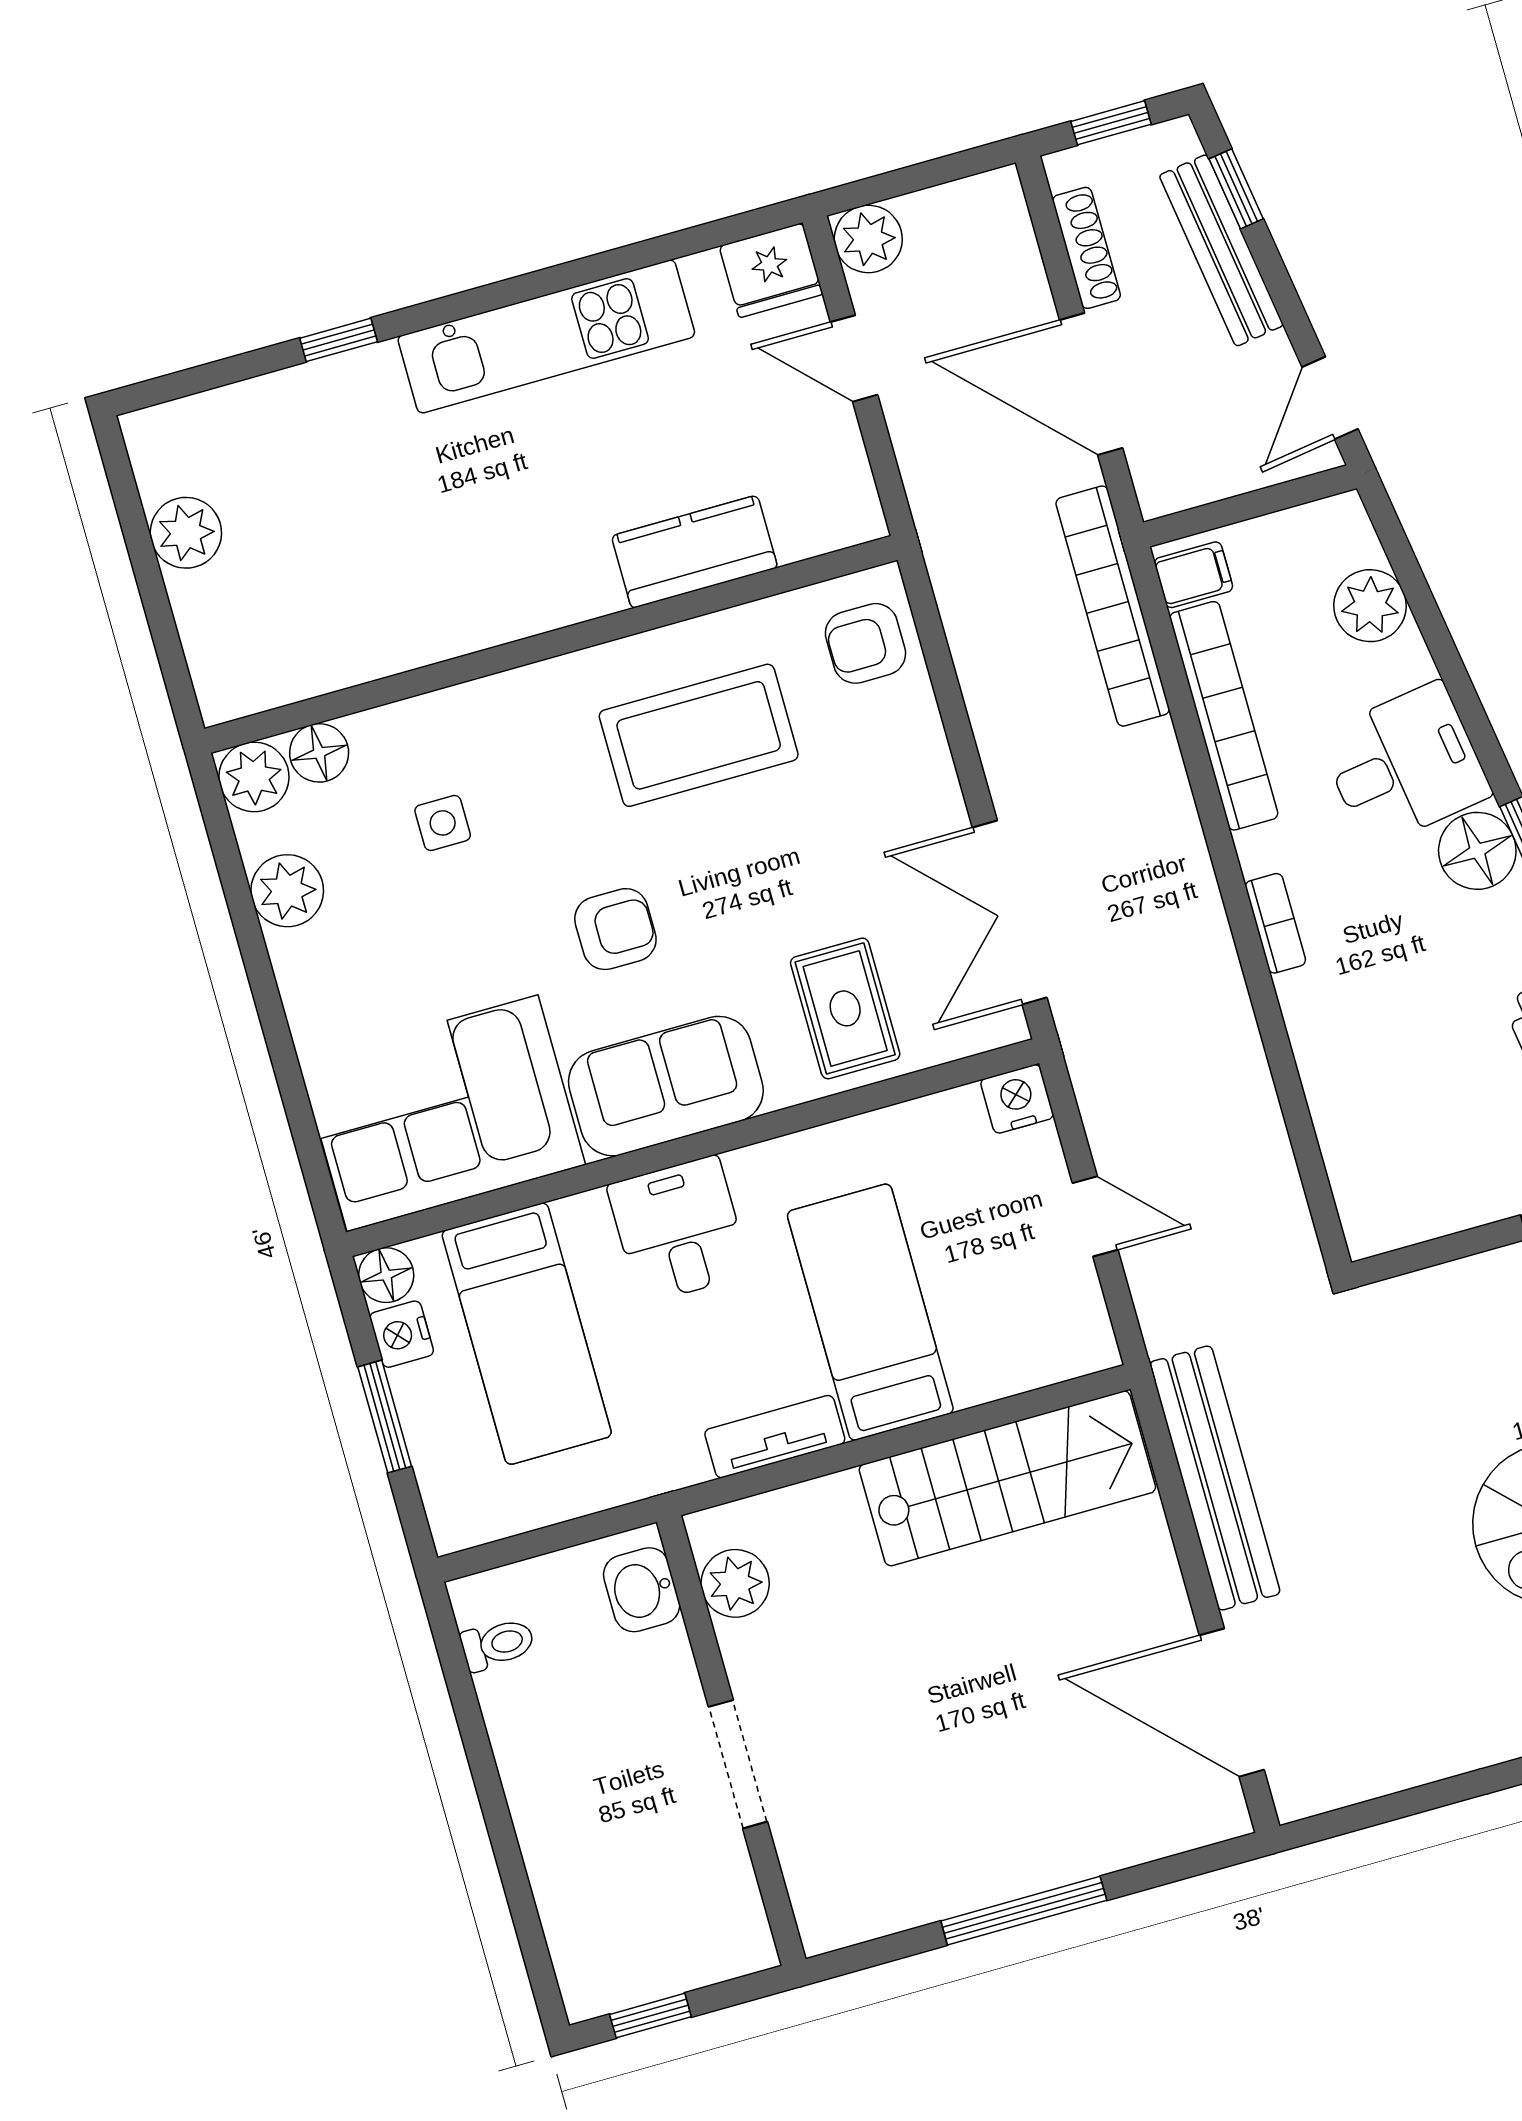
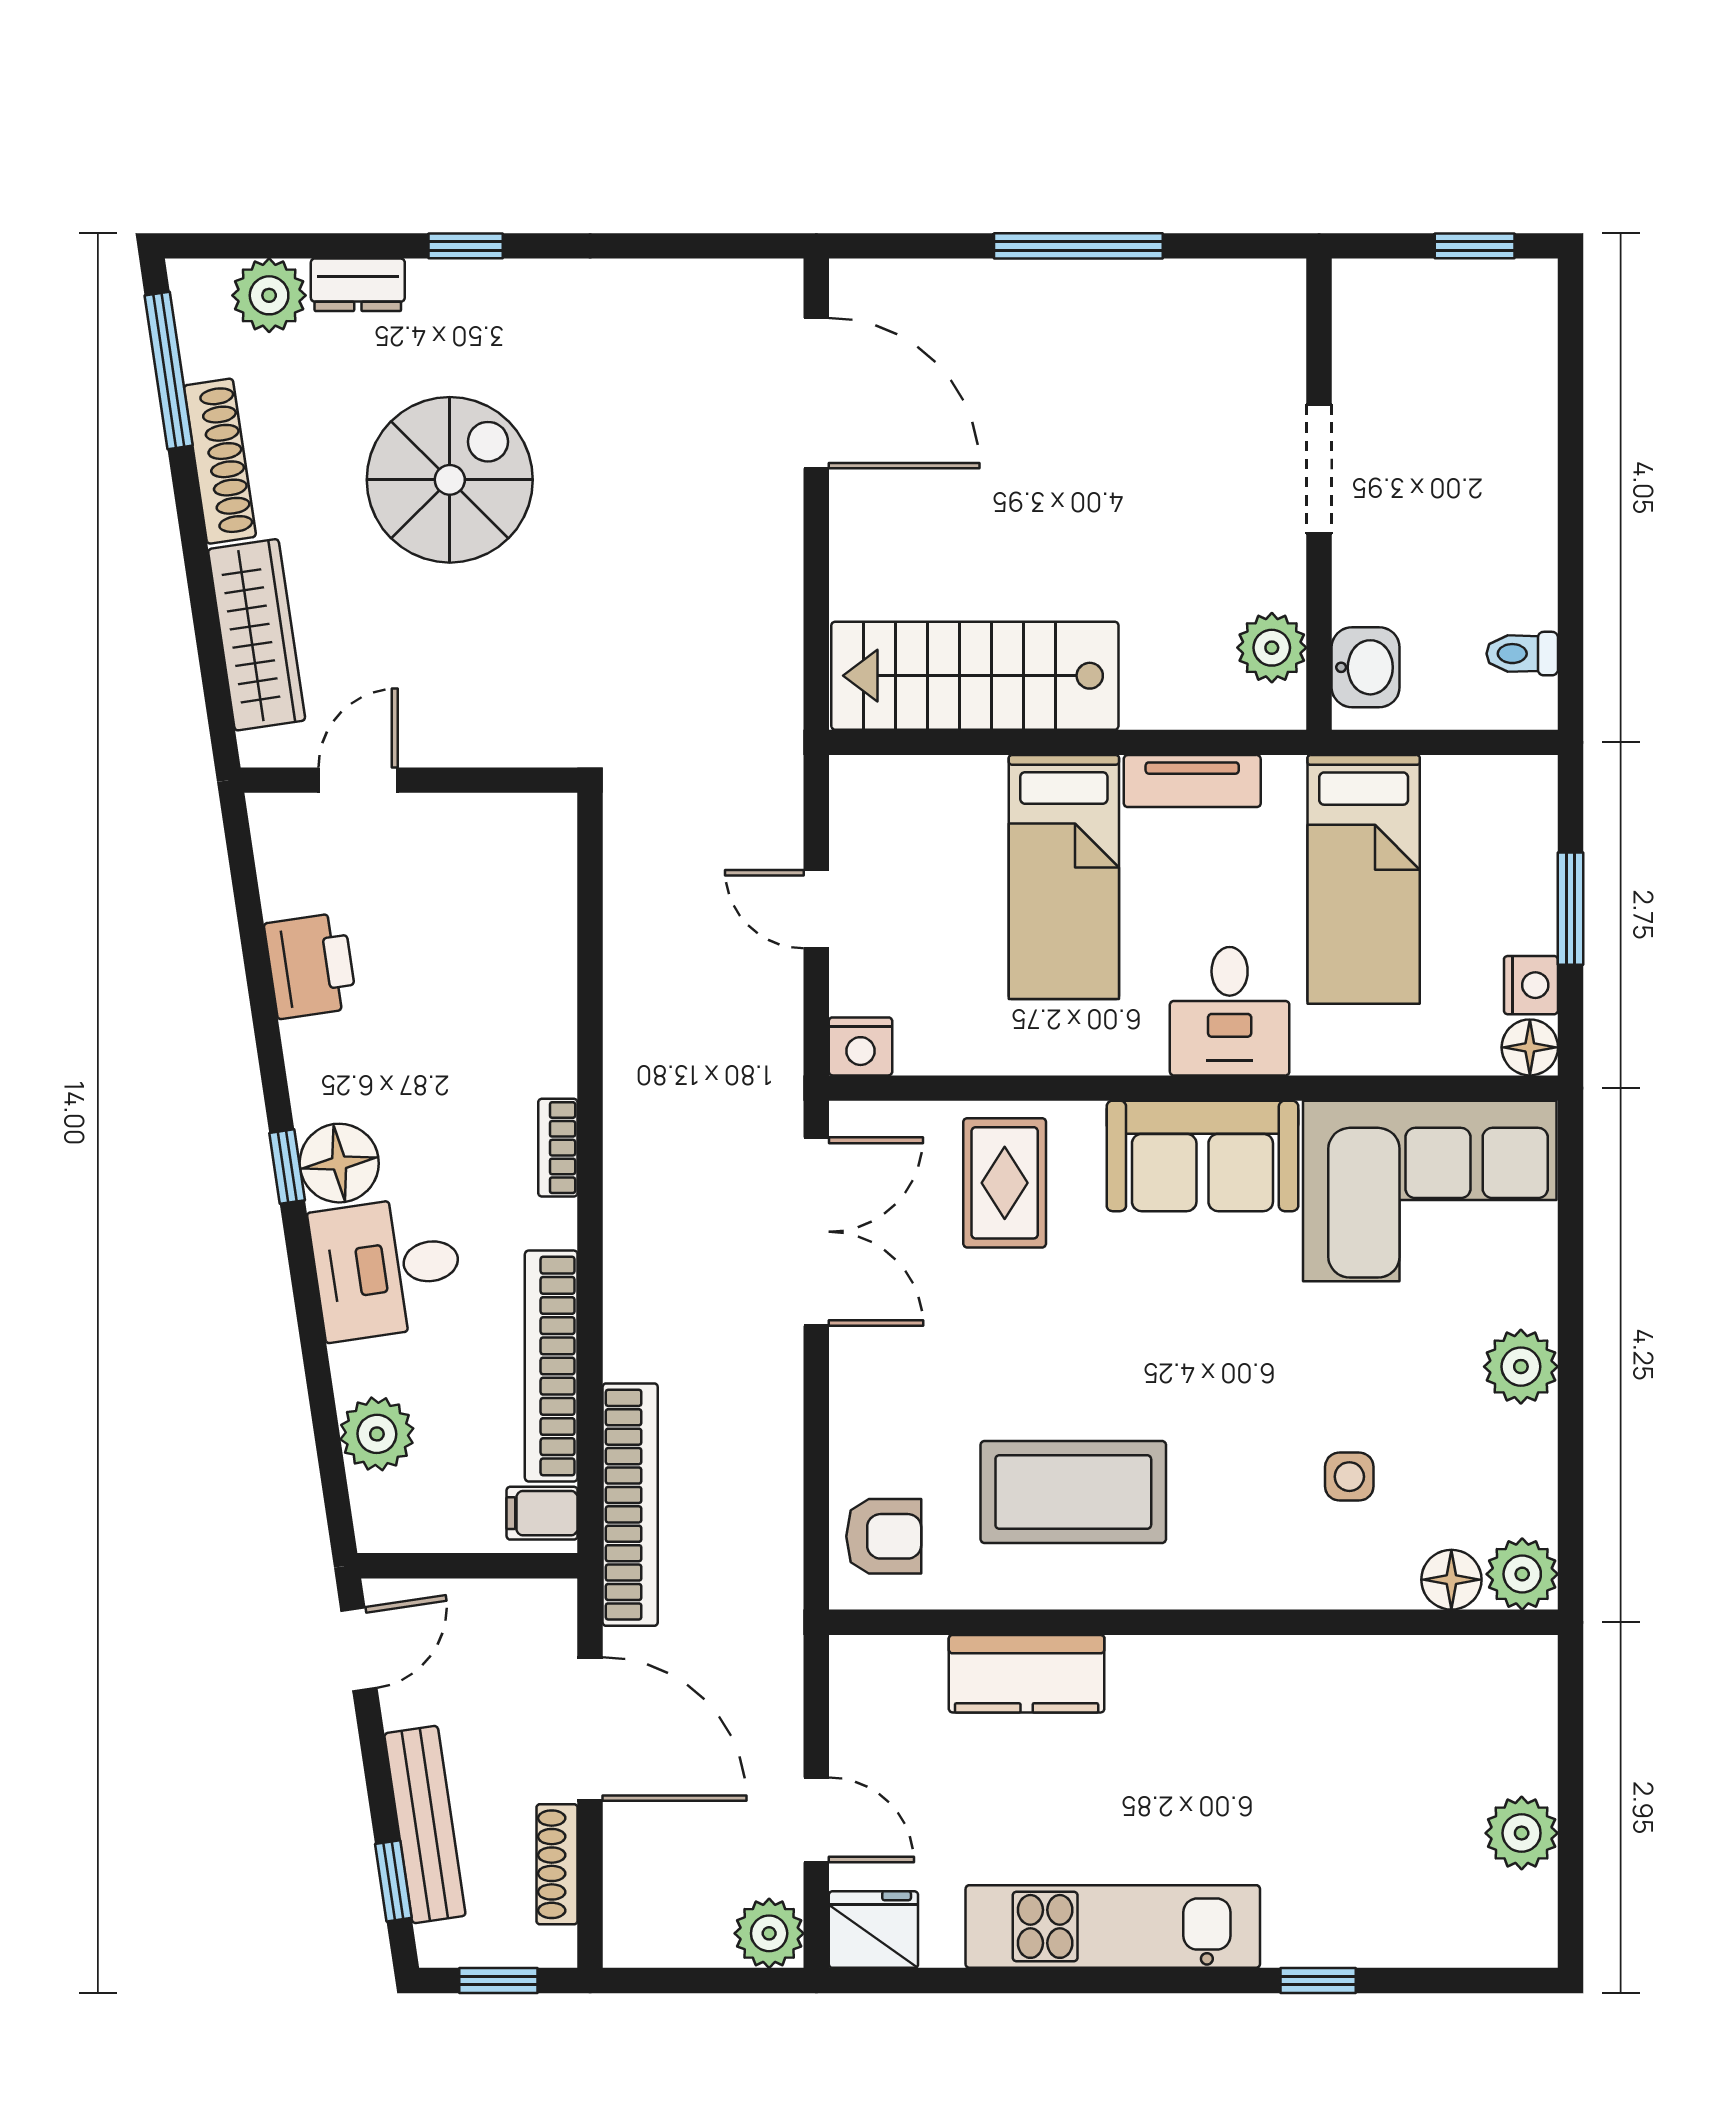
plant: (287, 891) -> (1521, 1367), moved
armchair: (615, 929) -> (1209, 1324), removed
bed: (527, 1334) -> (1364, 879), moved, turned 180
bench: (1215, 1478) -> (771, 619), removed

